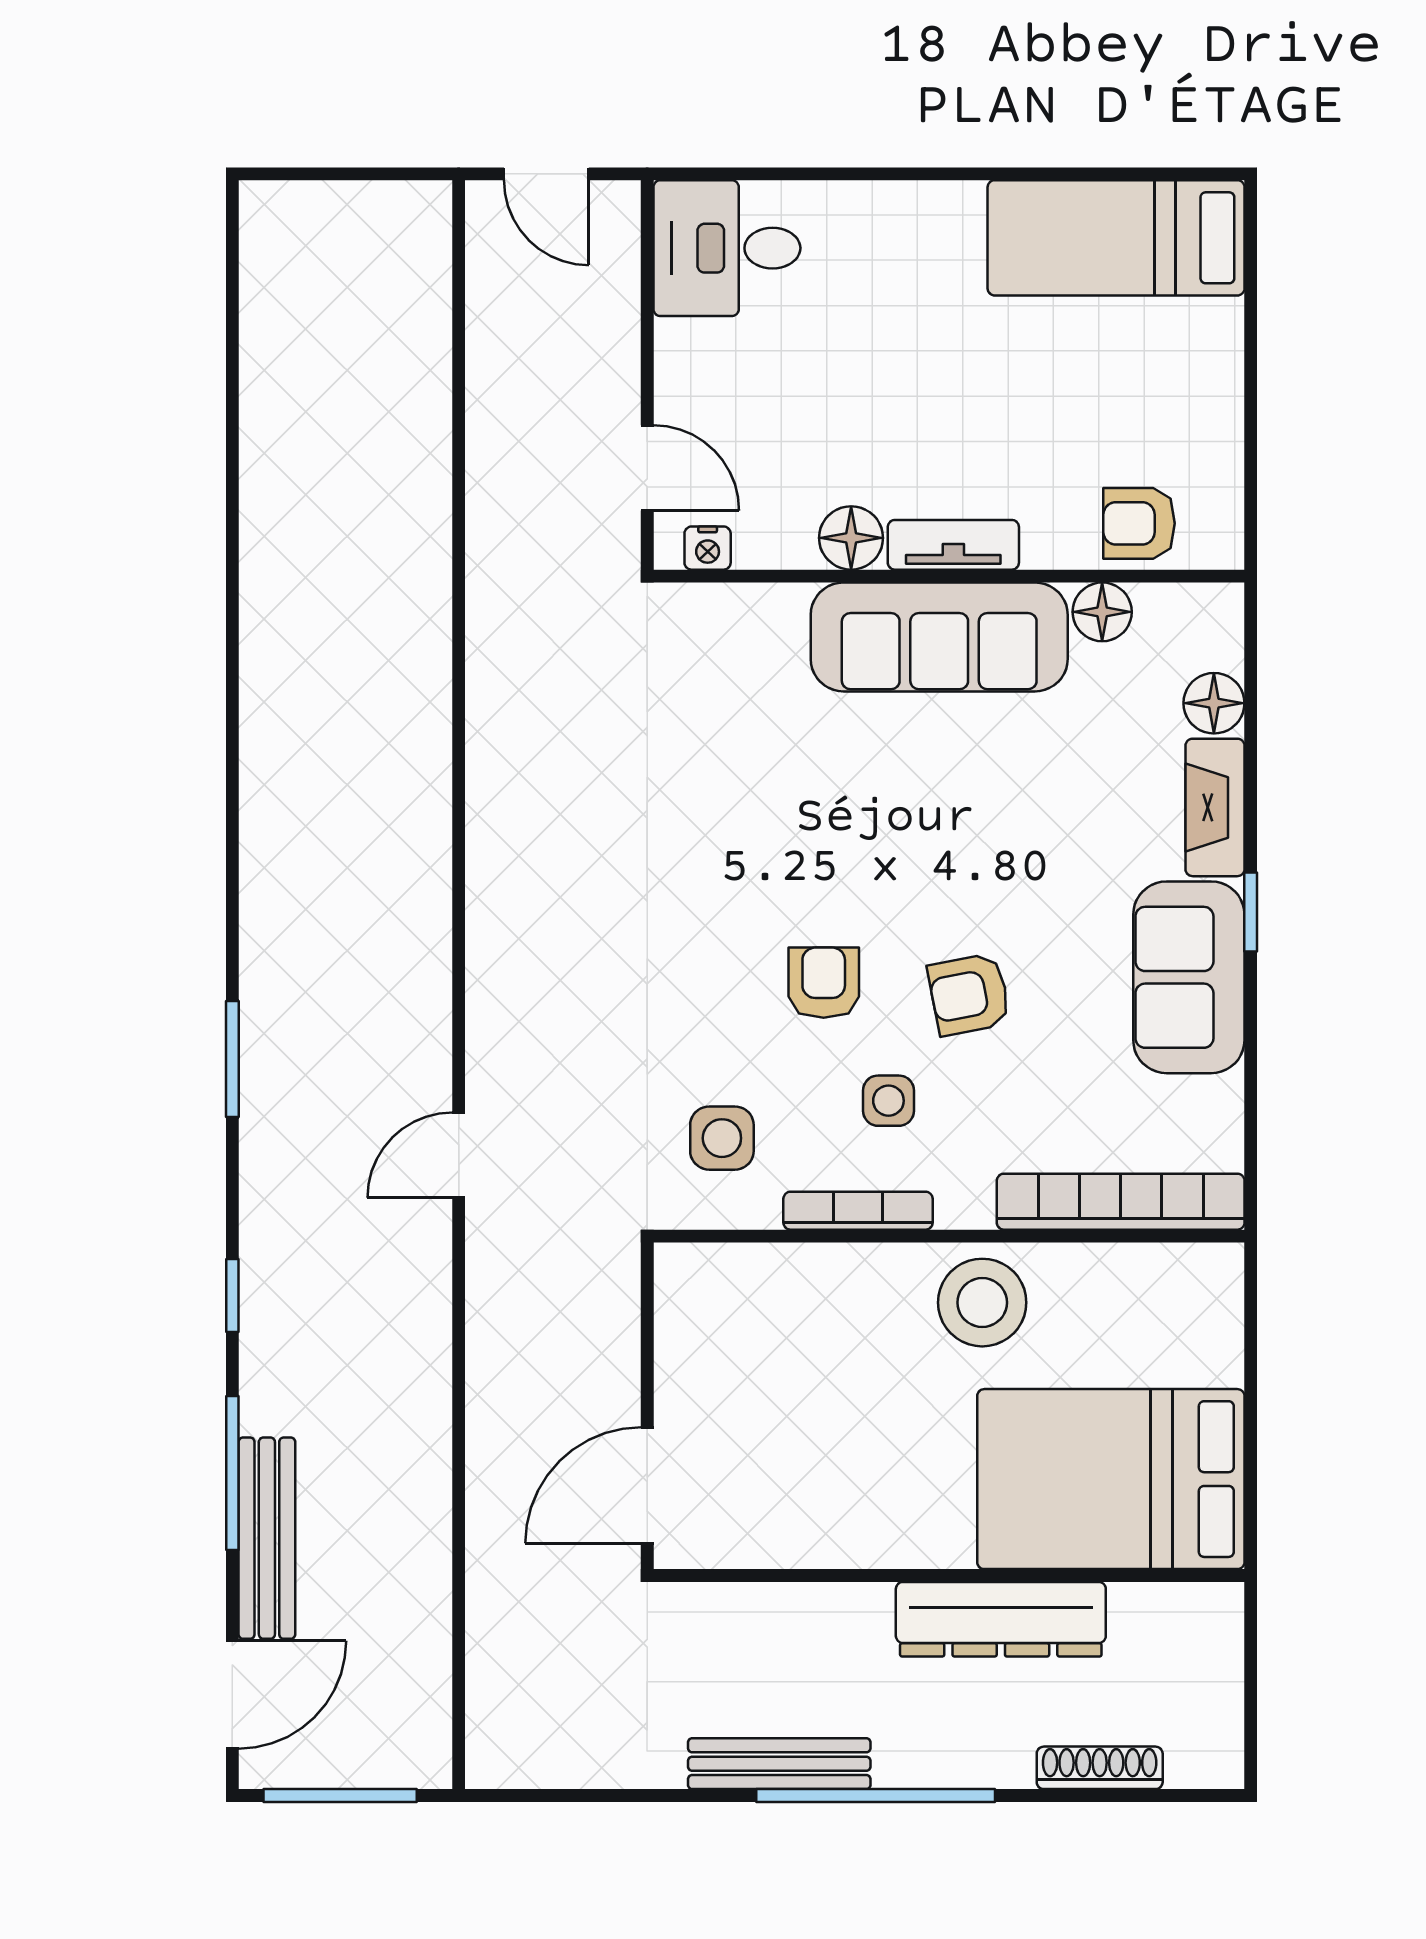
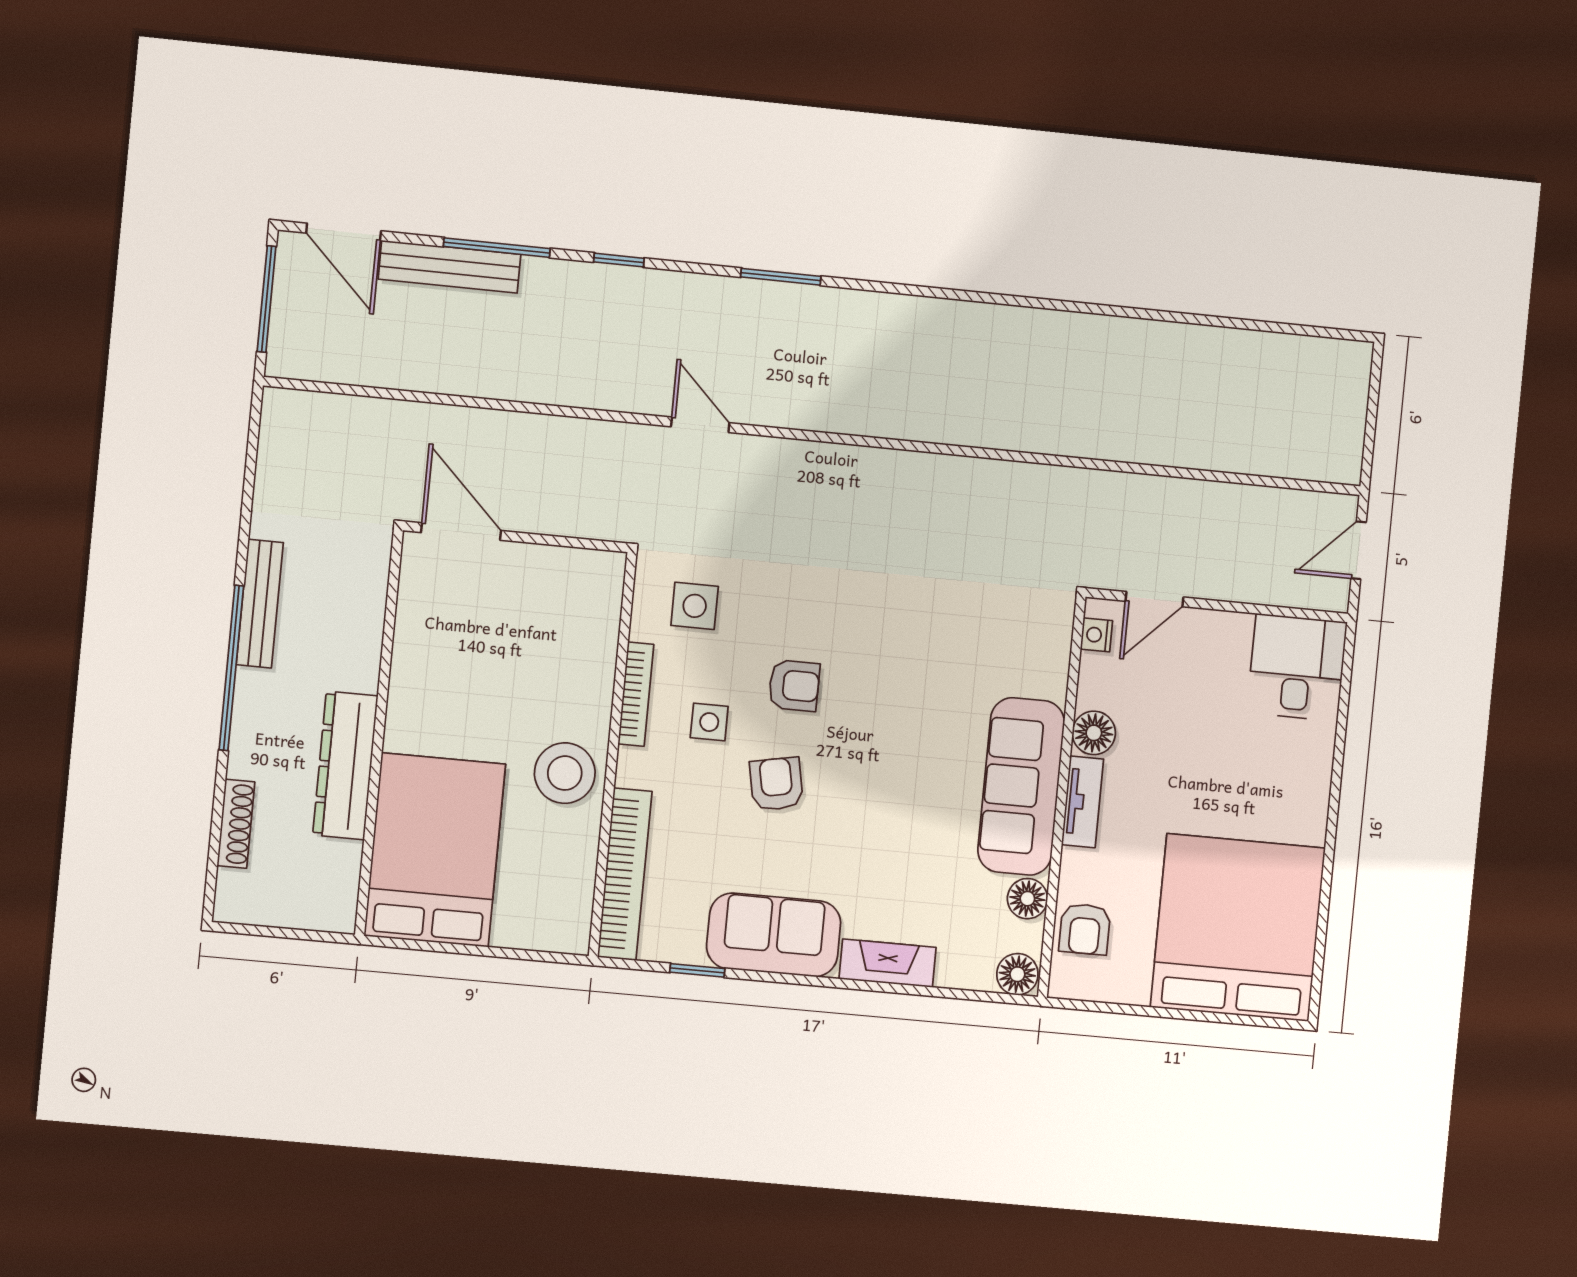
bed: (1116, 238) -> (1238, 928), width x2.04
armchair: (1139, 523) -> (1085, 929), turned 180
floor lamp: (1214, 703) -> (1017, 974), moved
window: (1251, 912) -> (697, 970), moved

